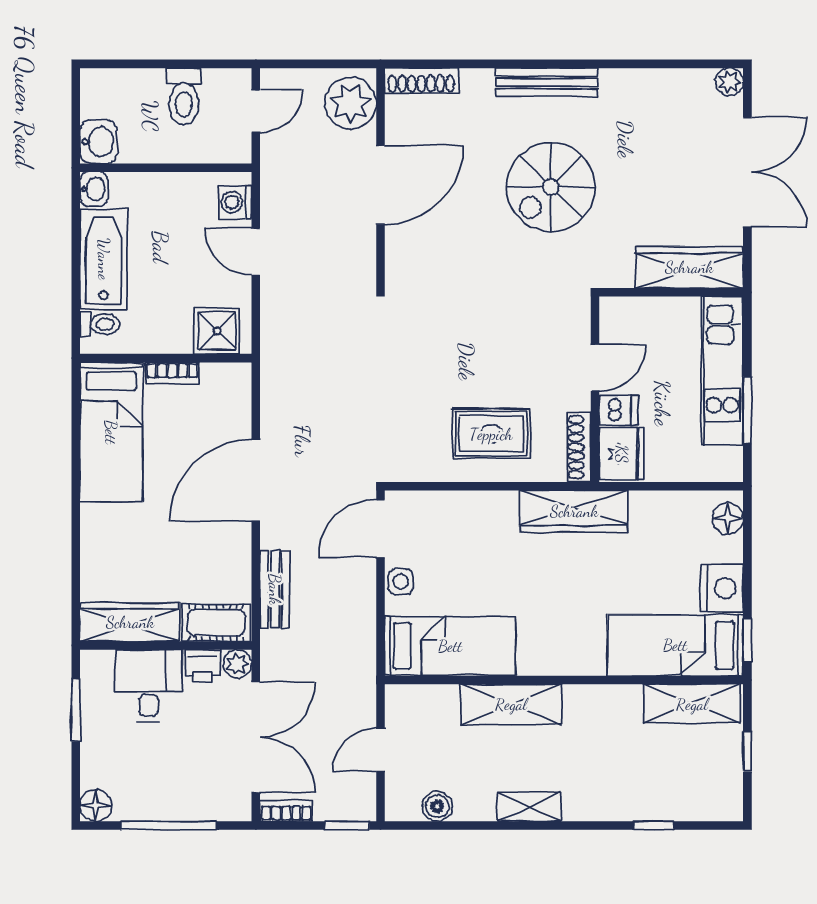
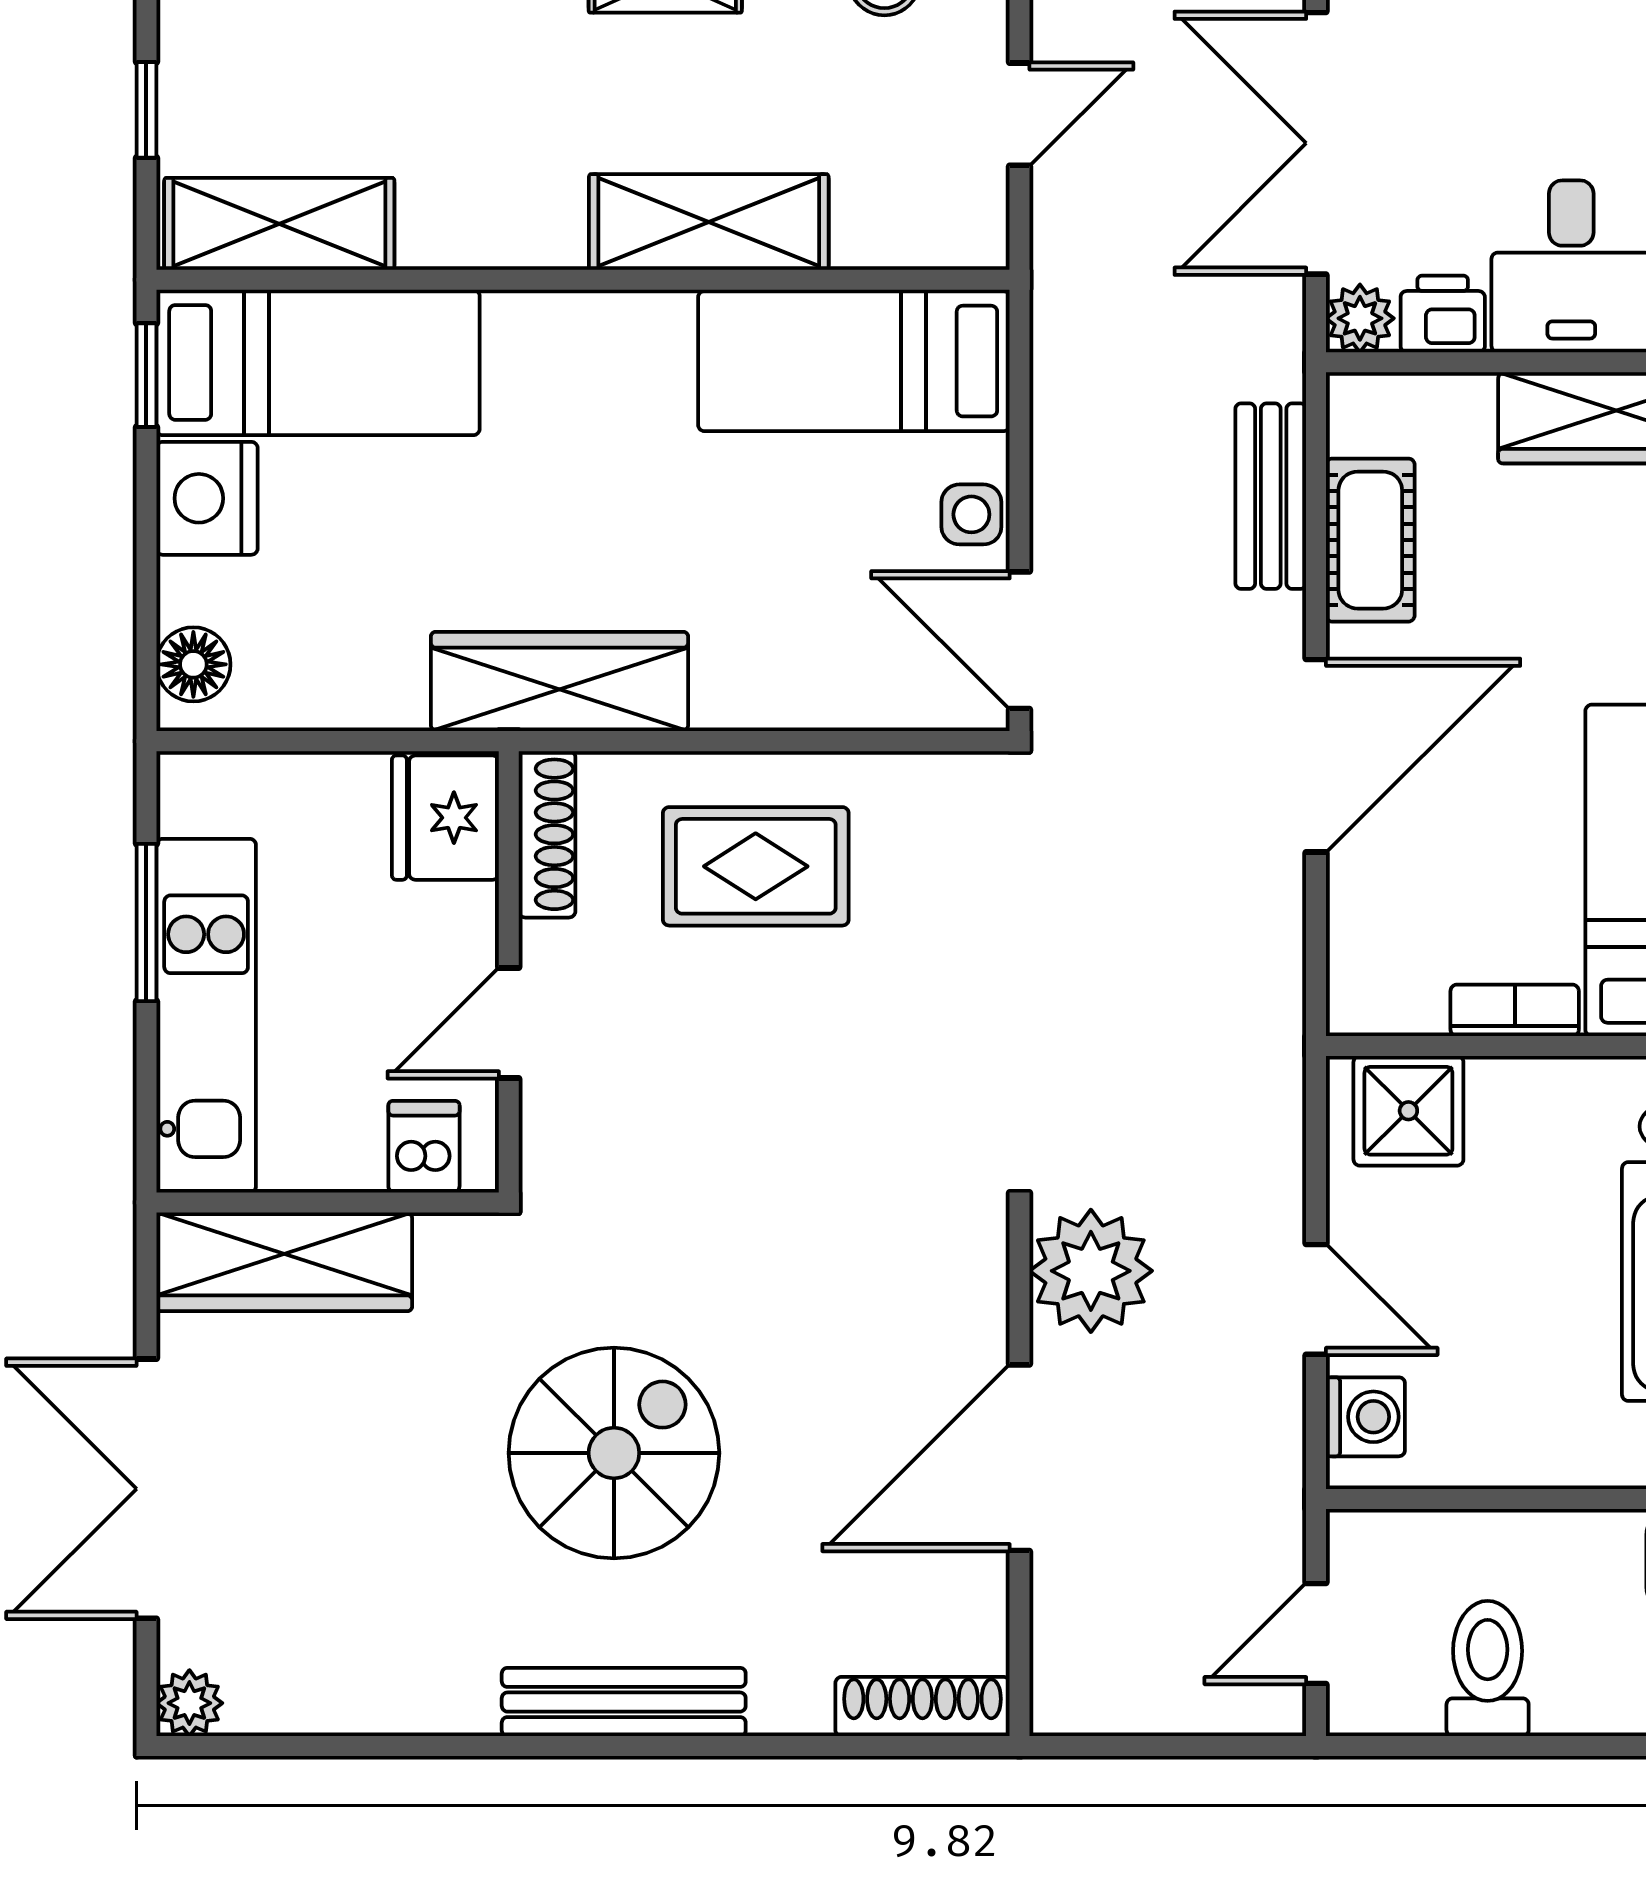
plant: (350, 103) -> (1091, 1271), moved
dishwasher: (618, 410) -> (424, 1147), moved, turned 90
door: (380, 529) -> (1020, 640), swing flipped
cot: (216, 623) -> (1370, 540), moved, turned 90

